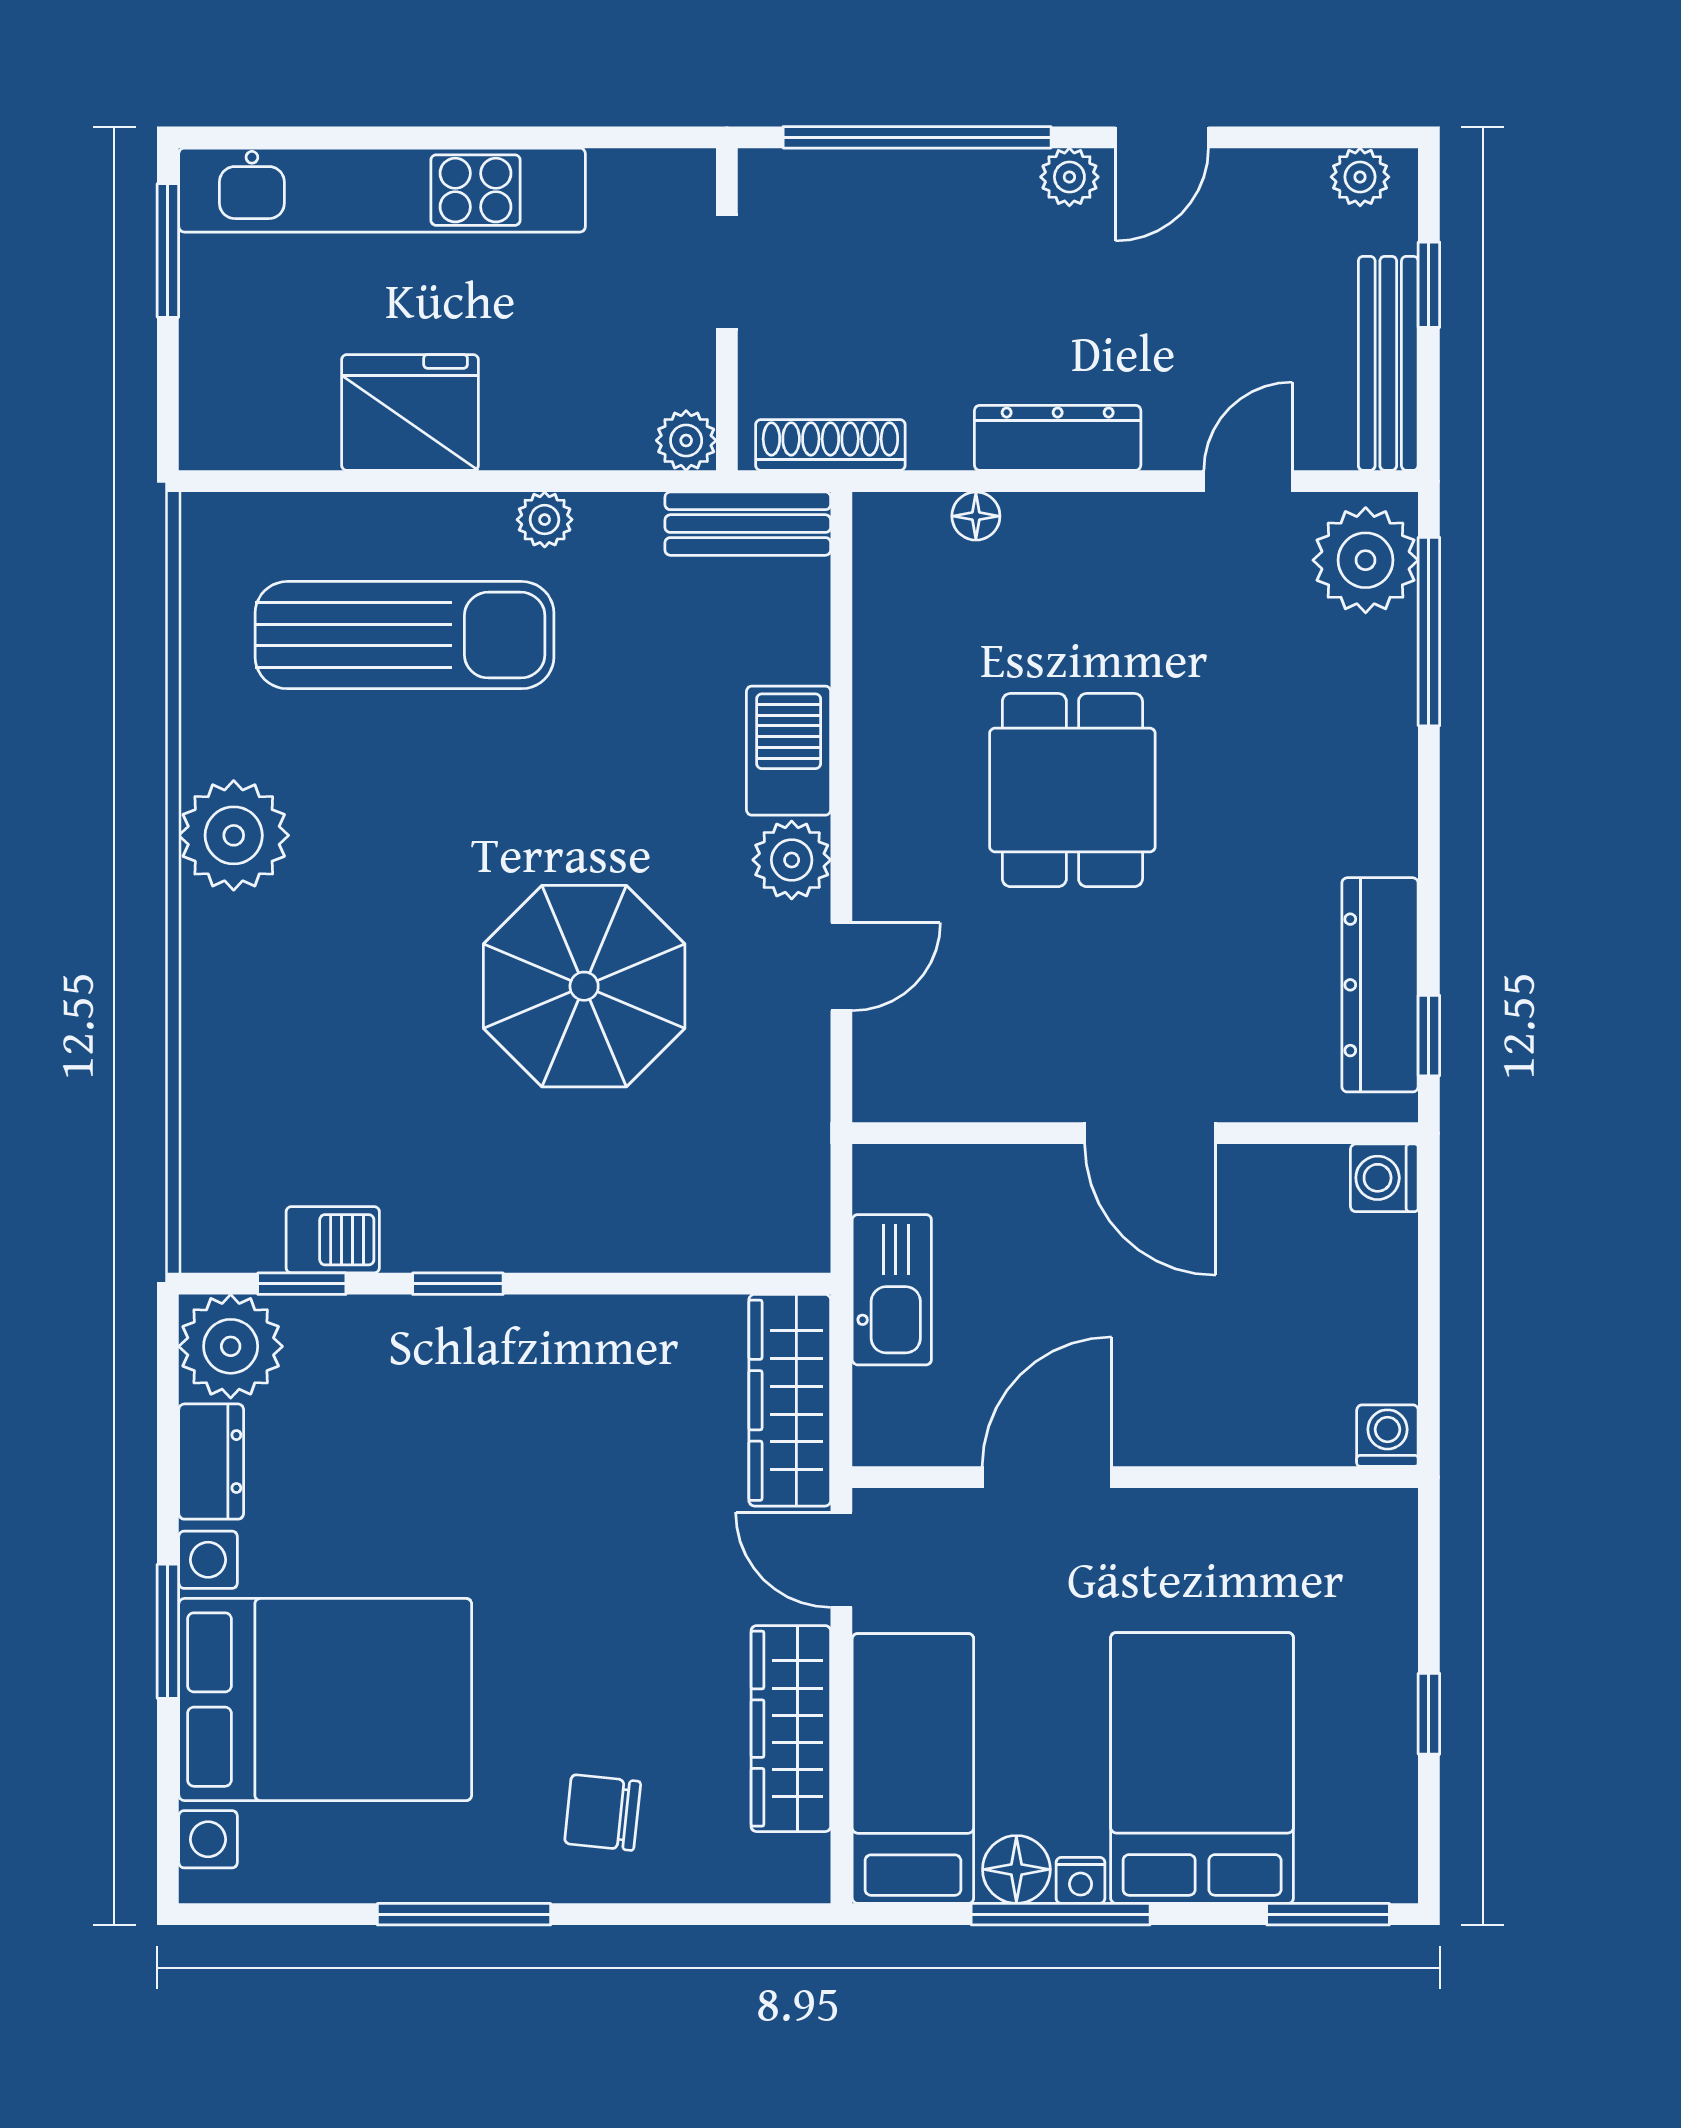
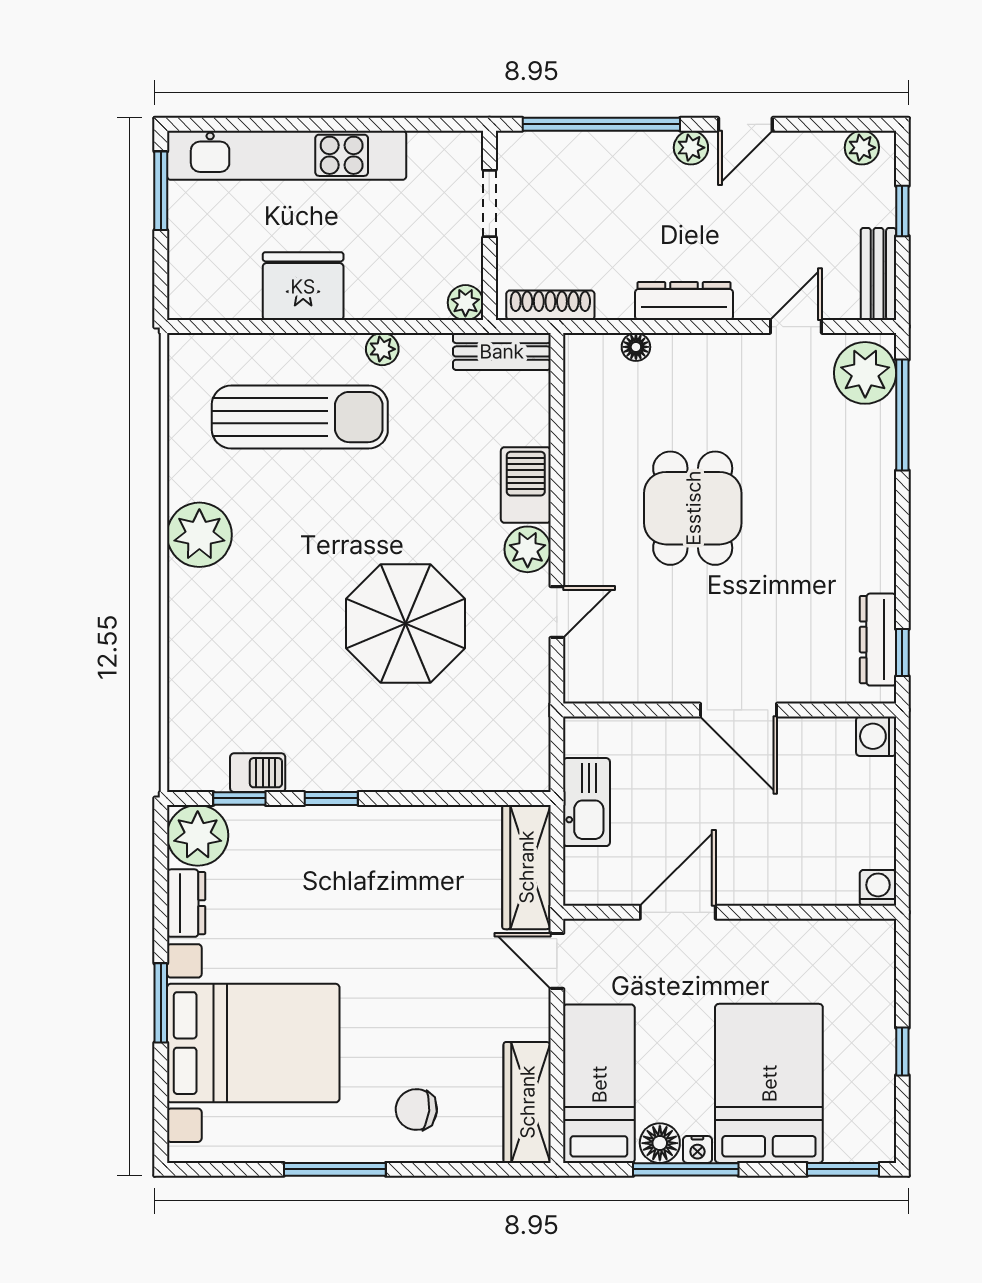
bench: (1388, 363) -> (878, 274), width x0.73
dresser: (1380, 985) -> (878, 640), width x0.73, depth x0.80
wardrobe: (791, 1729) -> (527, 1102), moved

